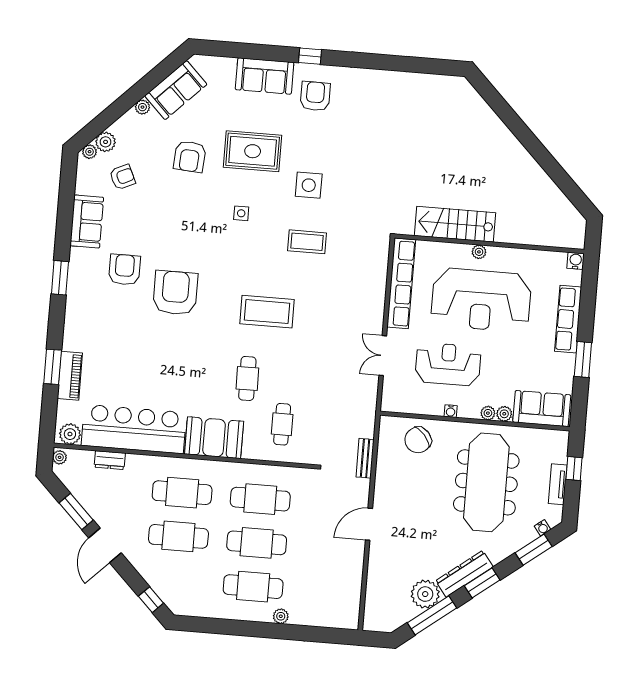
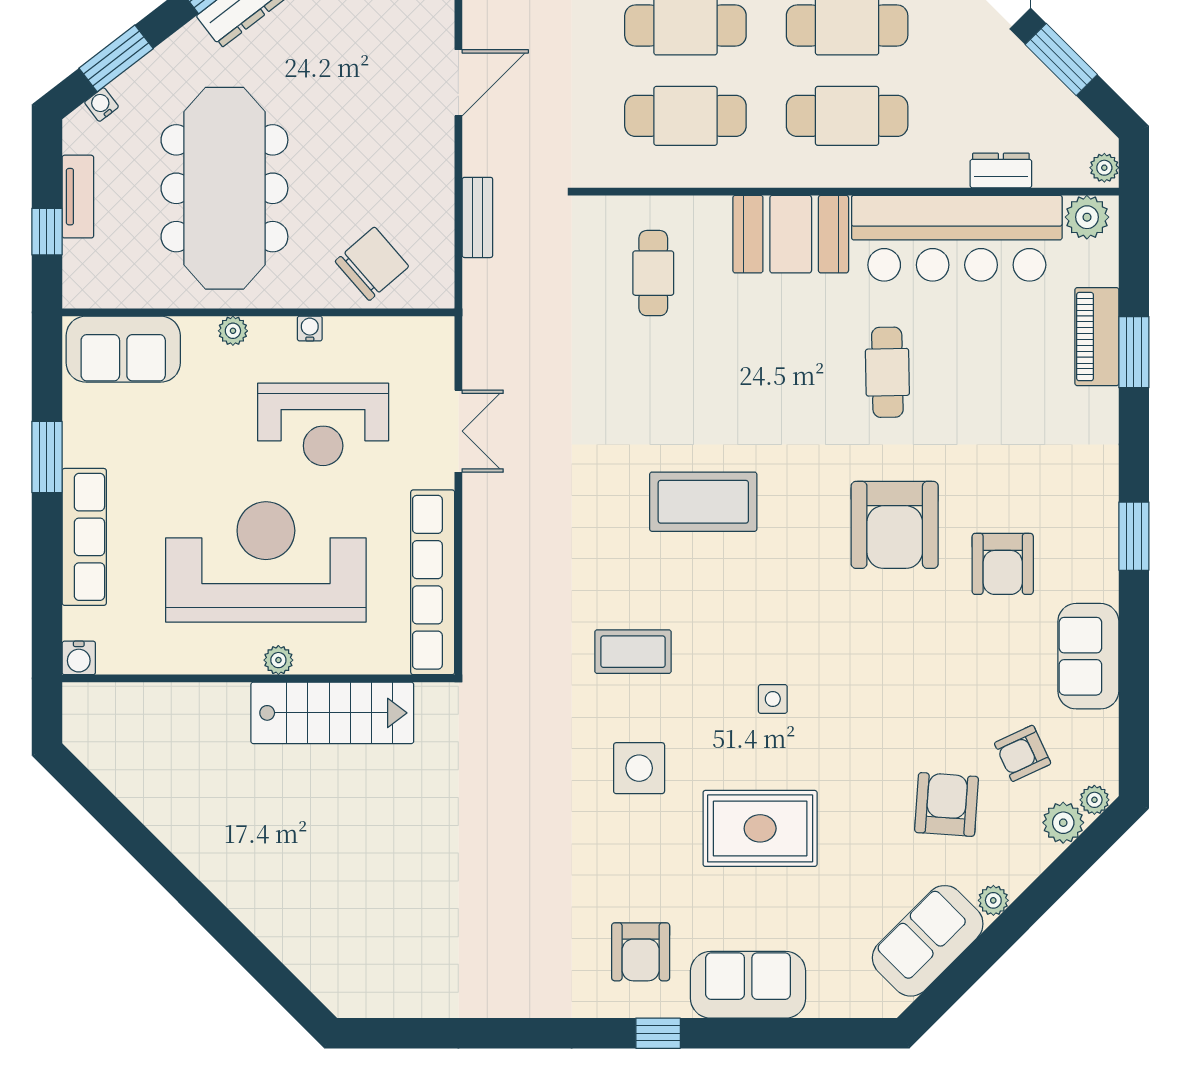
armchair: (190, 157) -> (947, 804), moved
cafe table: (247, 378) -> (887, 372), moved
plant: (504, 414) -> (199, 332), removed

